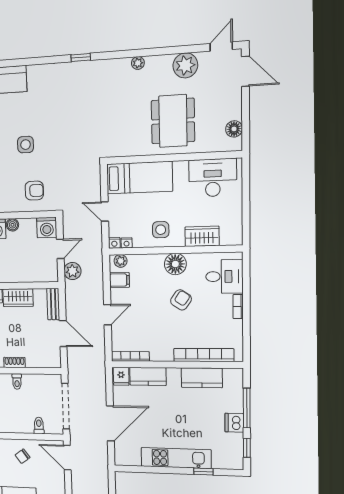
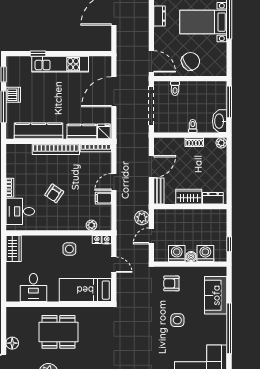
dining table: (173, 121) -> (58, 332), turned 90
floor lamp: (234, 129) -> (12, 343), moved
desk: (213, 178) -> (33, 288), width x0.73
washing machine: (47, 227) -> (177, 253), moved
wardrobe: (202, 236) -> (14, 248), moved, turned -90
plant: (121, 261) -> (91, 225), moved
floor lamp: (175, 264) -> (58, 222), removed
filing cabinet: (119, 280) -> (103, 198), moved
door: (63, 334) -> (151, 167), swing flipped
bookcase: (204, 355) -> (56, 149), moved
kitchen counter: (202, 378) -> (39, 131), width x1.50
chair: (23, 456) -> (190, 61), width x1.87, depth x1.87

